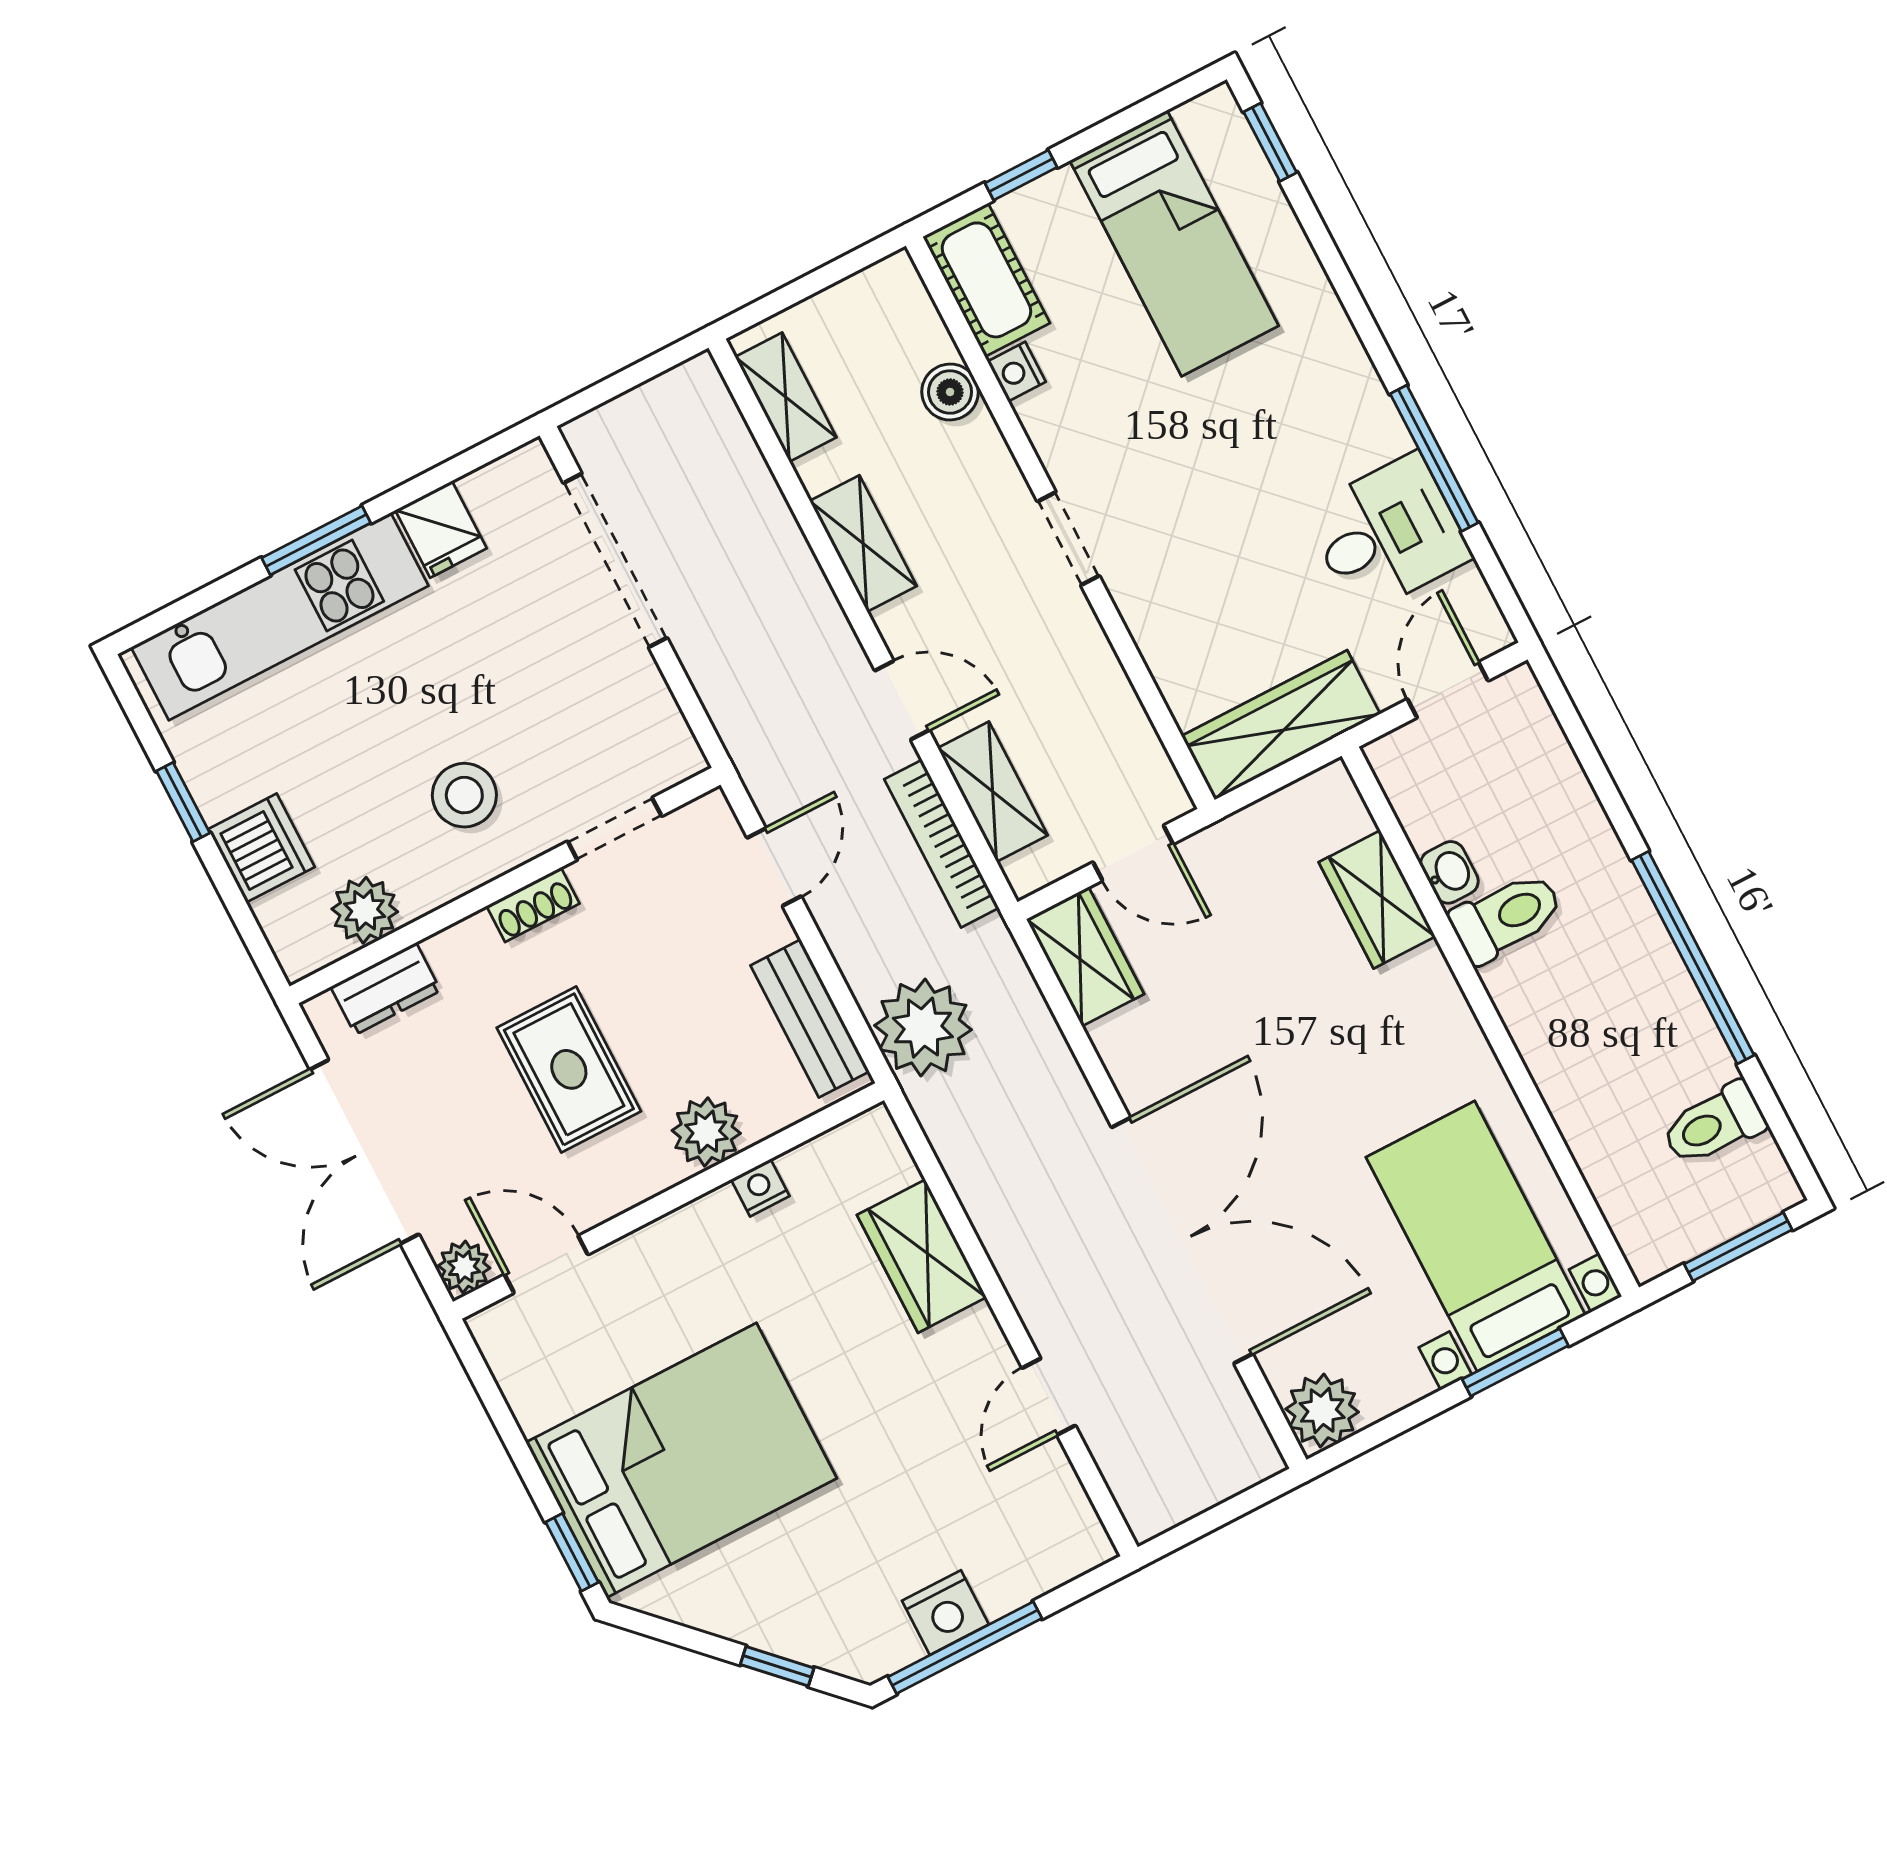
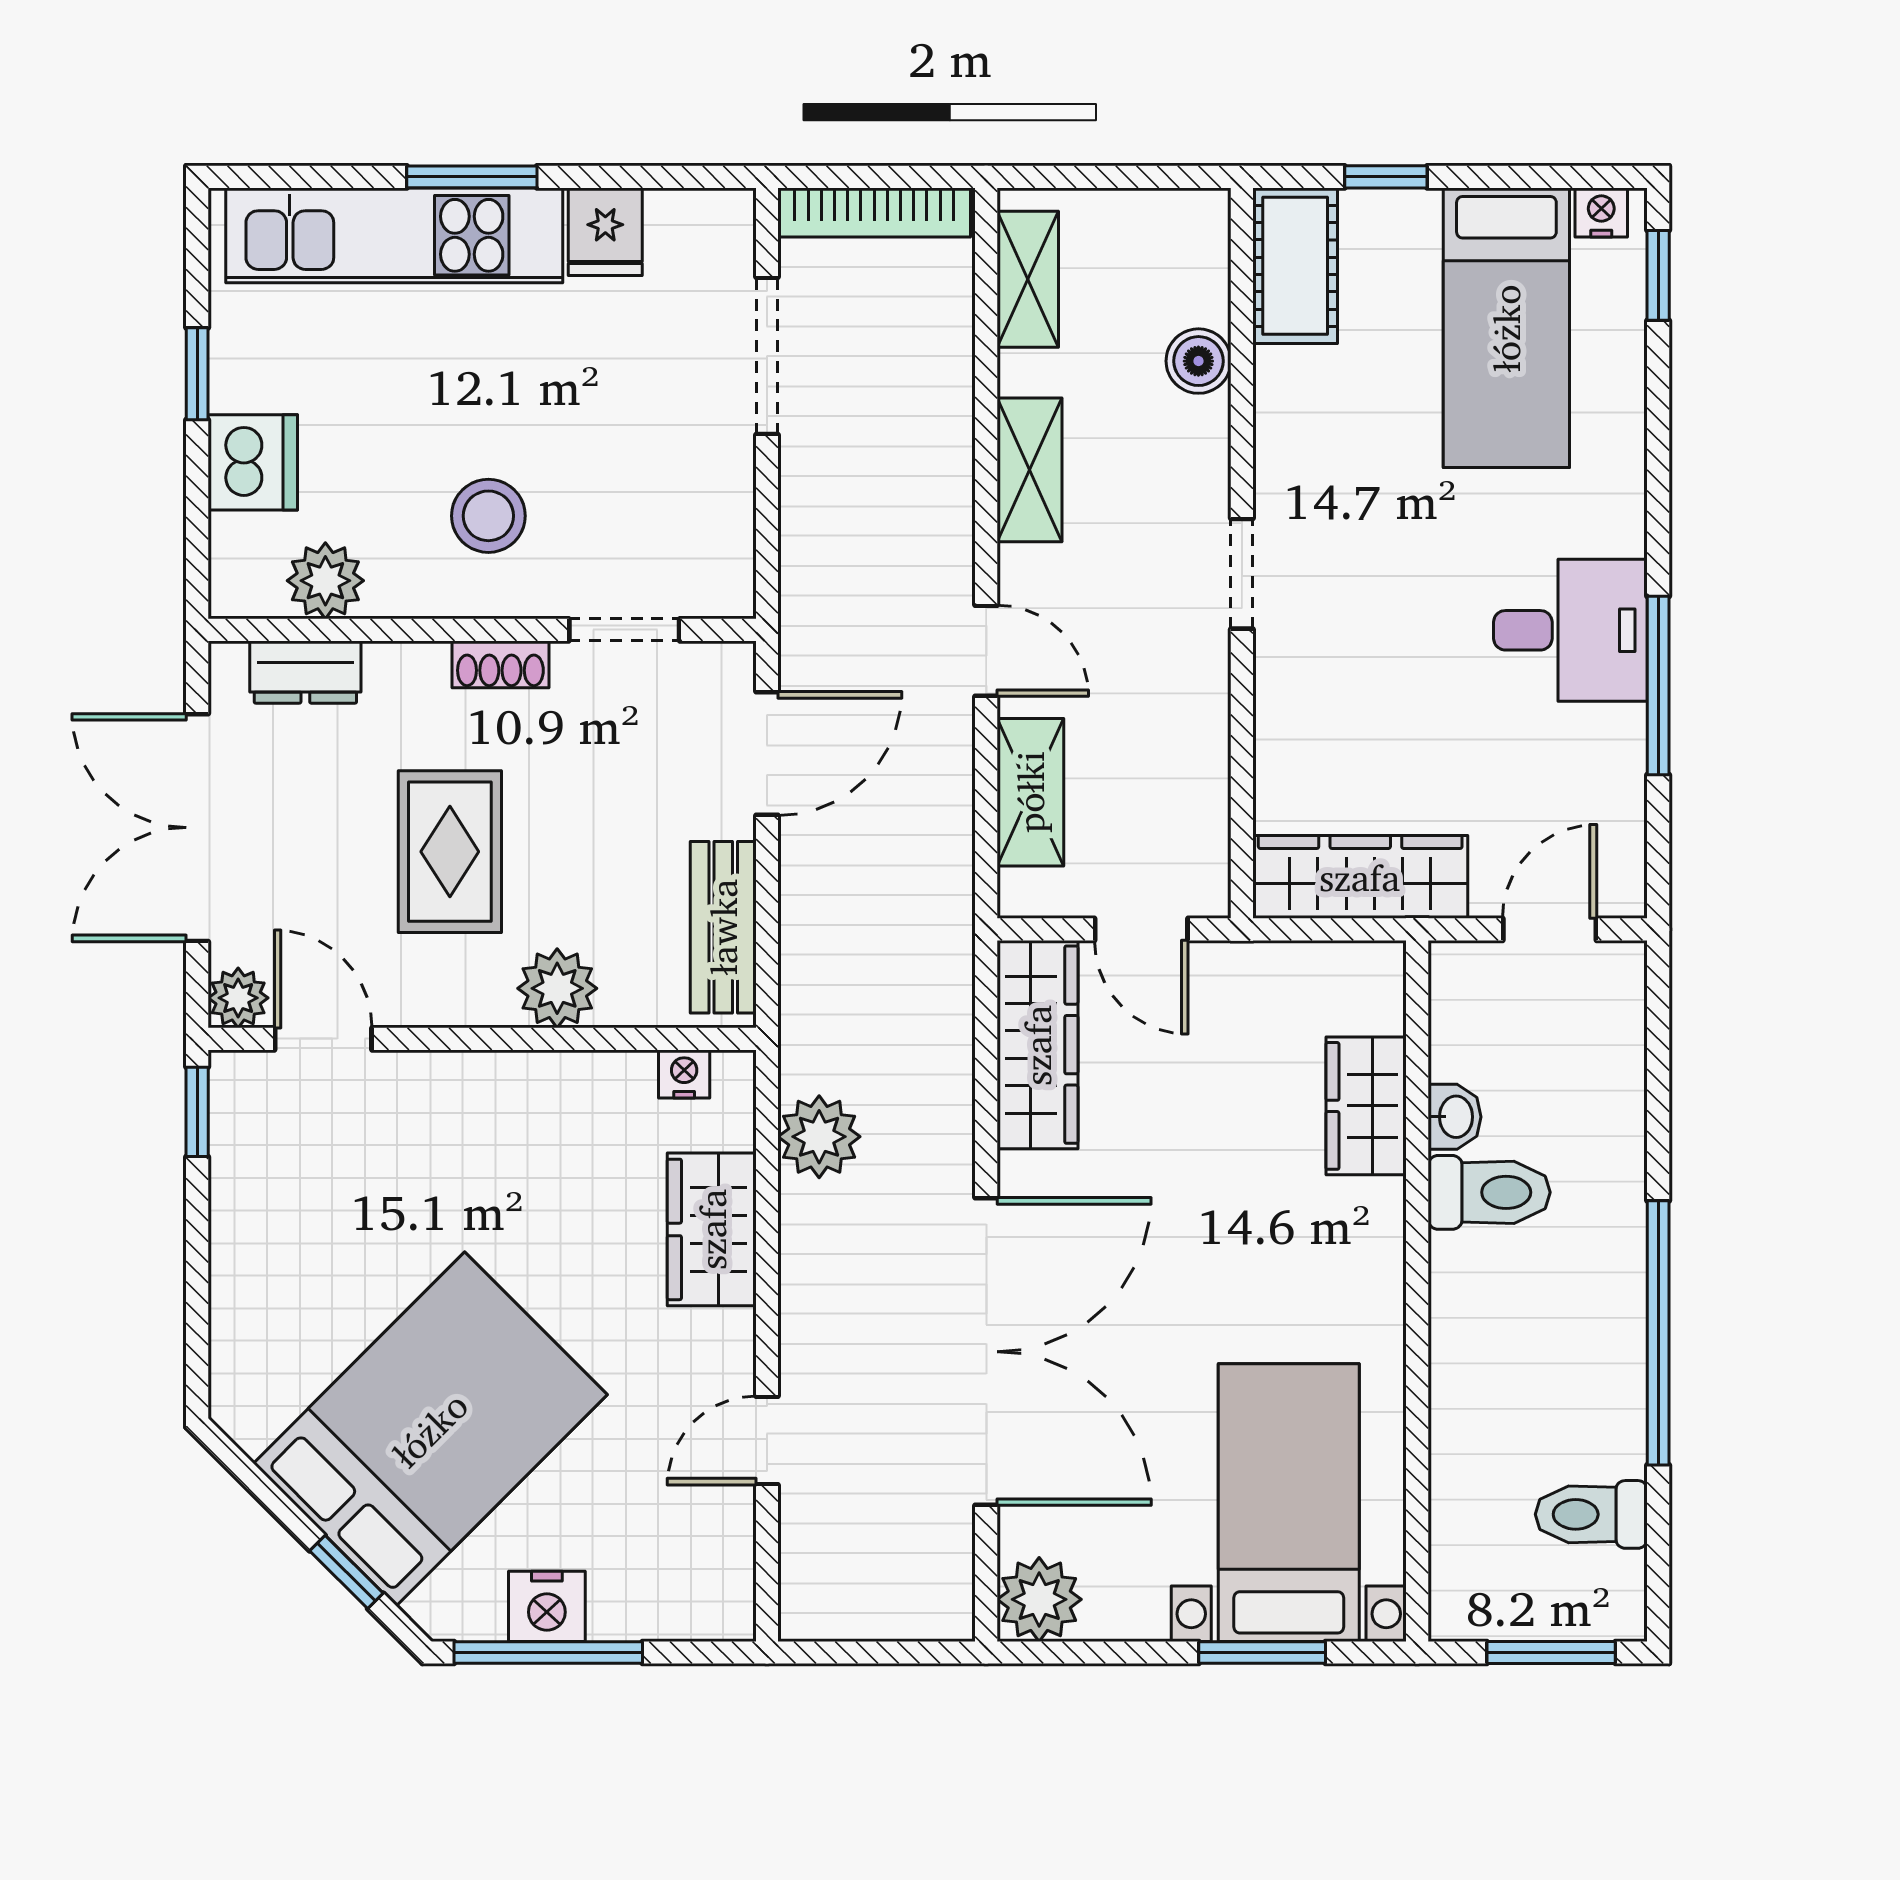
nightstand: (1017, 372) -> (1601, 212), moved, turned 90
desk: (1388, 534) -> (1570, 630), moved
doorway: (615, 560) -> (767, 356), width x0.73
bookcase: (942, 844) -> (874, 212), moved, turned -90
door: (774, 867) -> (767, 753), width x1.38
wardrobe: (1085, 957) -> (1037, 1045), width x1.50
plant: (923, 1028) -> (819, 1137), moved, width x0.73, depth x0.73
nightstand: (760, 1188) -> (684, 1074), moved
bed: (681, 1460) -> (430, 1429), moved, turned -45
window: (572, 1552) -> (197, 1112), moved

